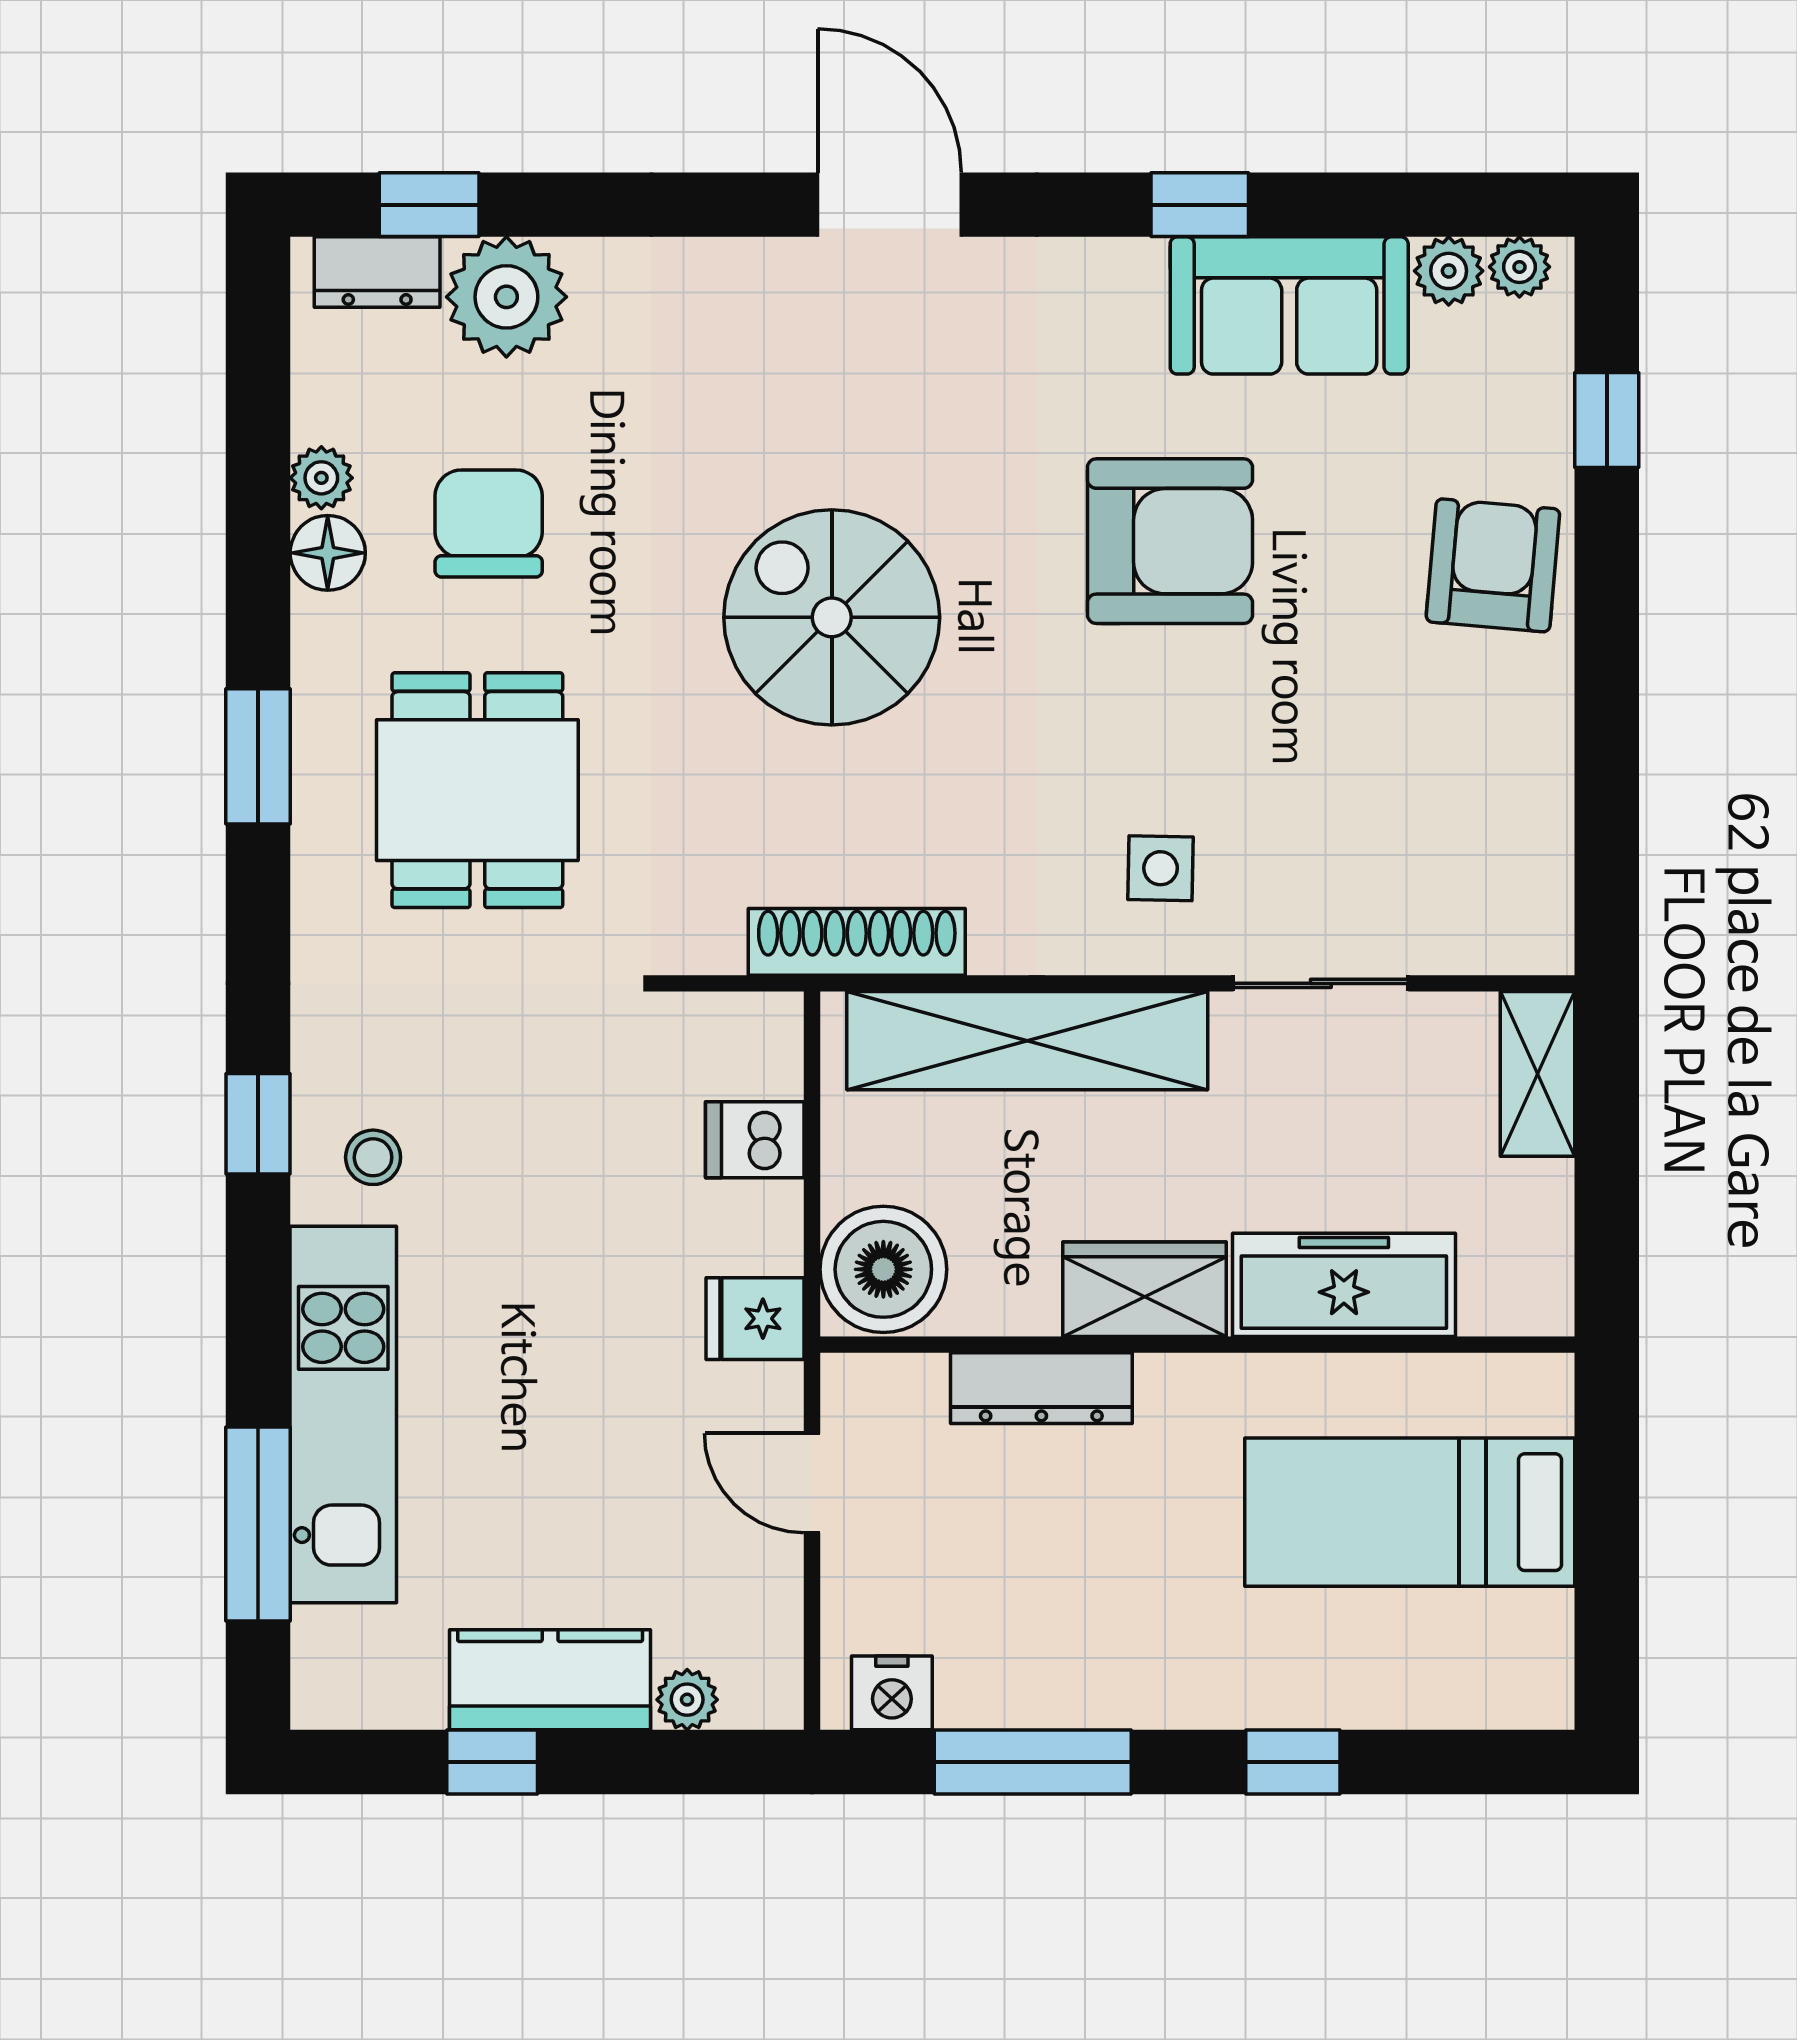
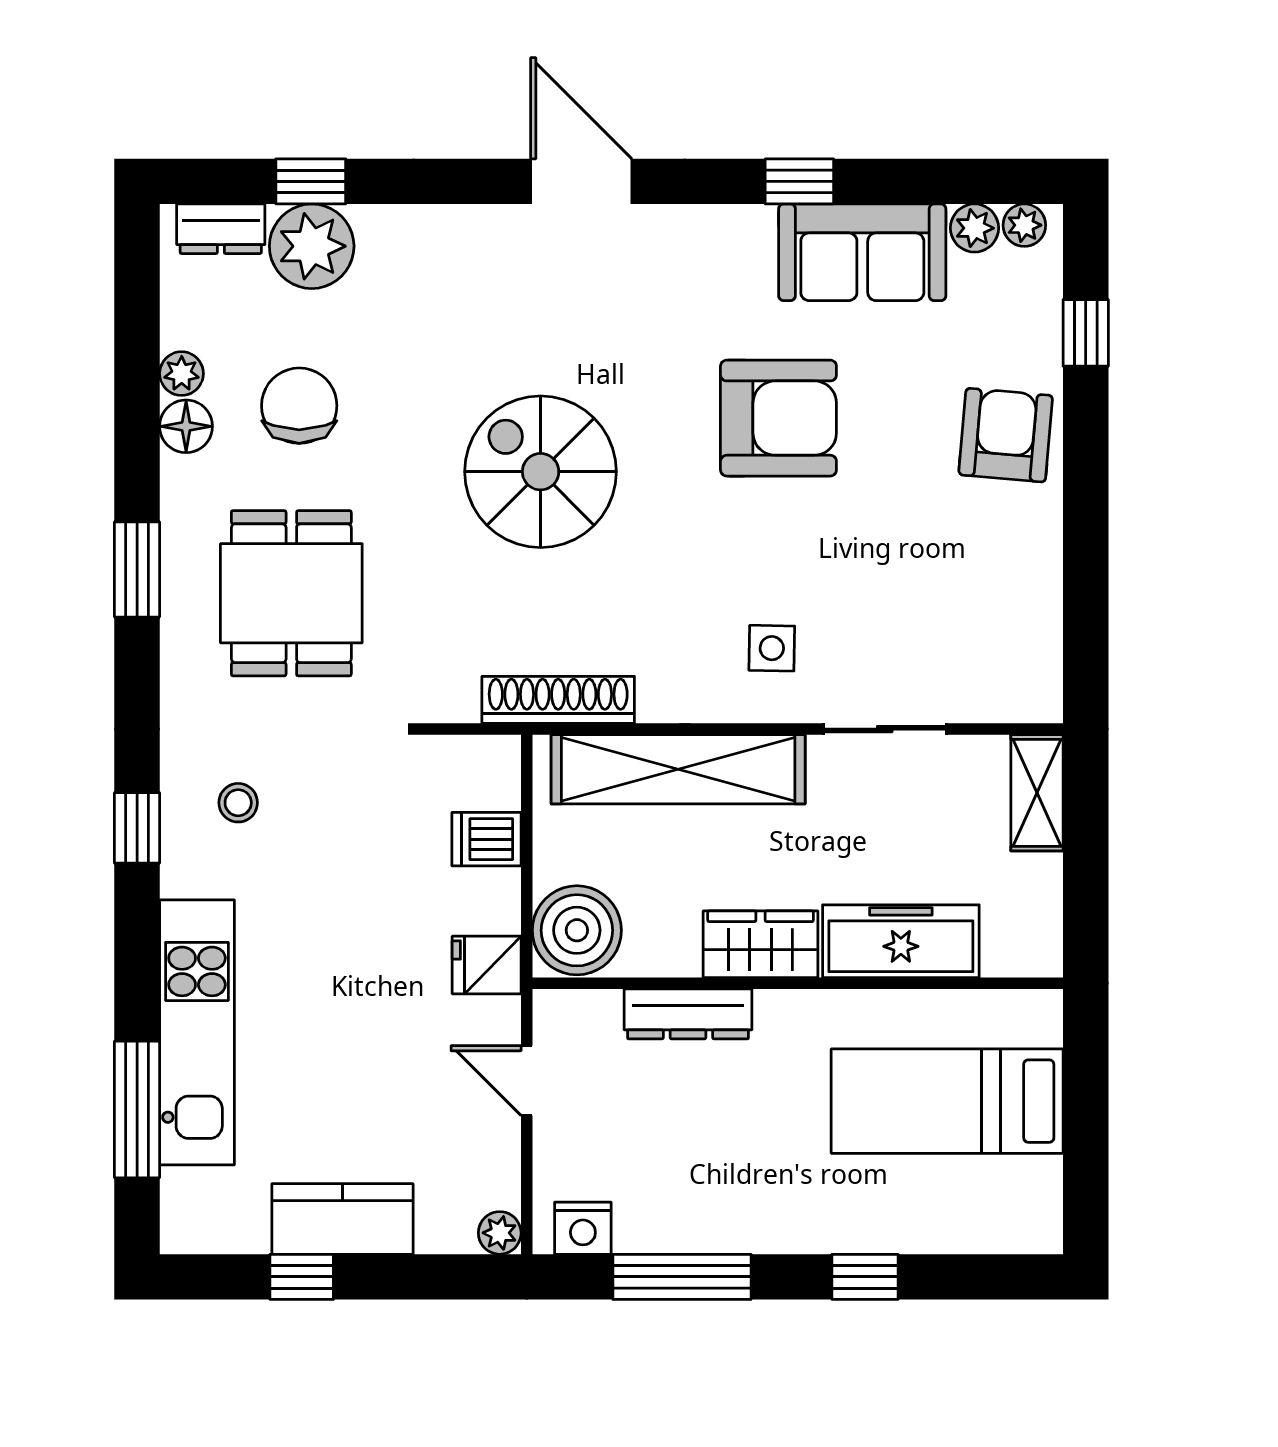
window: (429, 205) -> (311, 181), moved
stool: (373, 1157) -> (238, 803), moved
plant: (687, 1700) -> (500, 1233), moved

